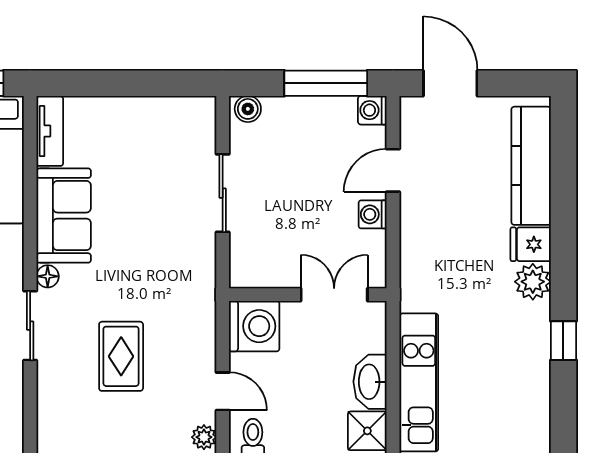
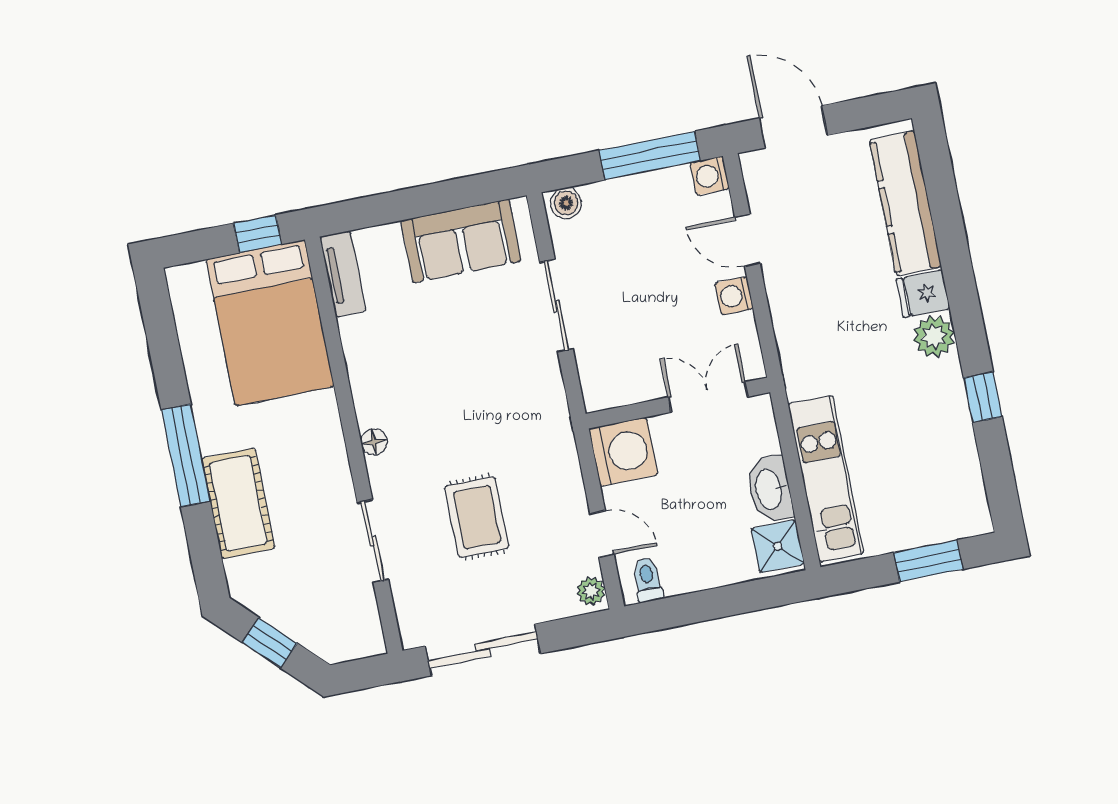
door: (393, 170) -> (747, 240), hinge flipped
sofa: (64, 216) -> (461, 241), moved, turned 90
sliding door: (30, 326) -> (373, 541), moved

